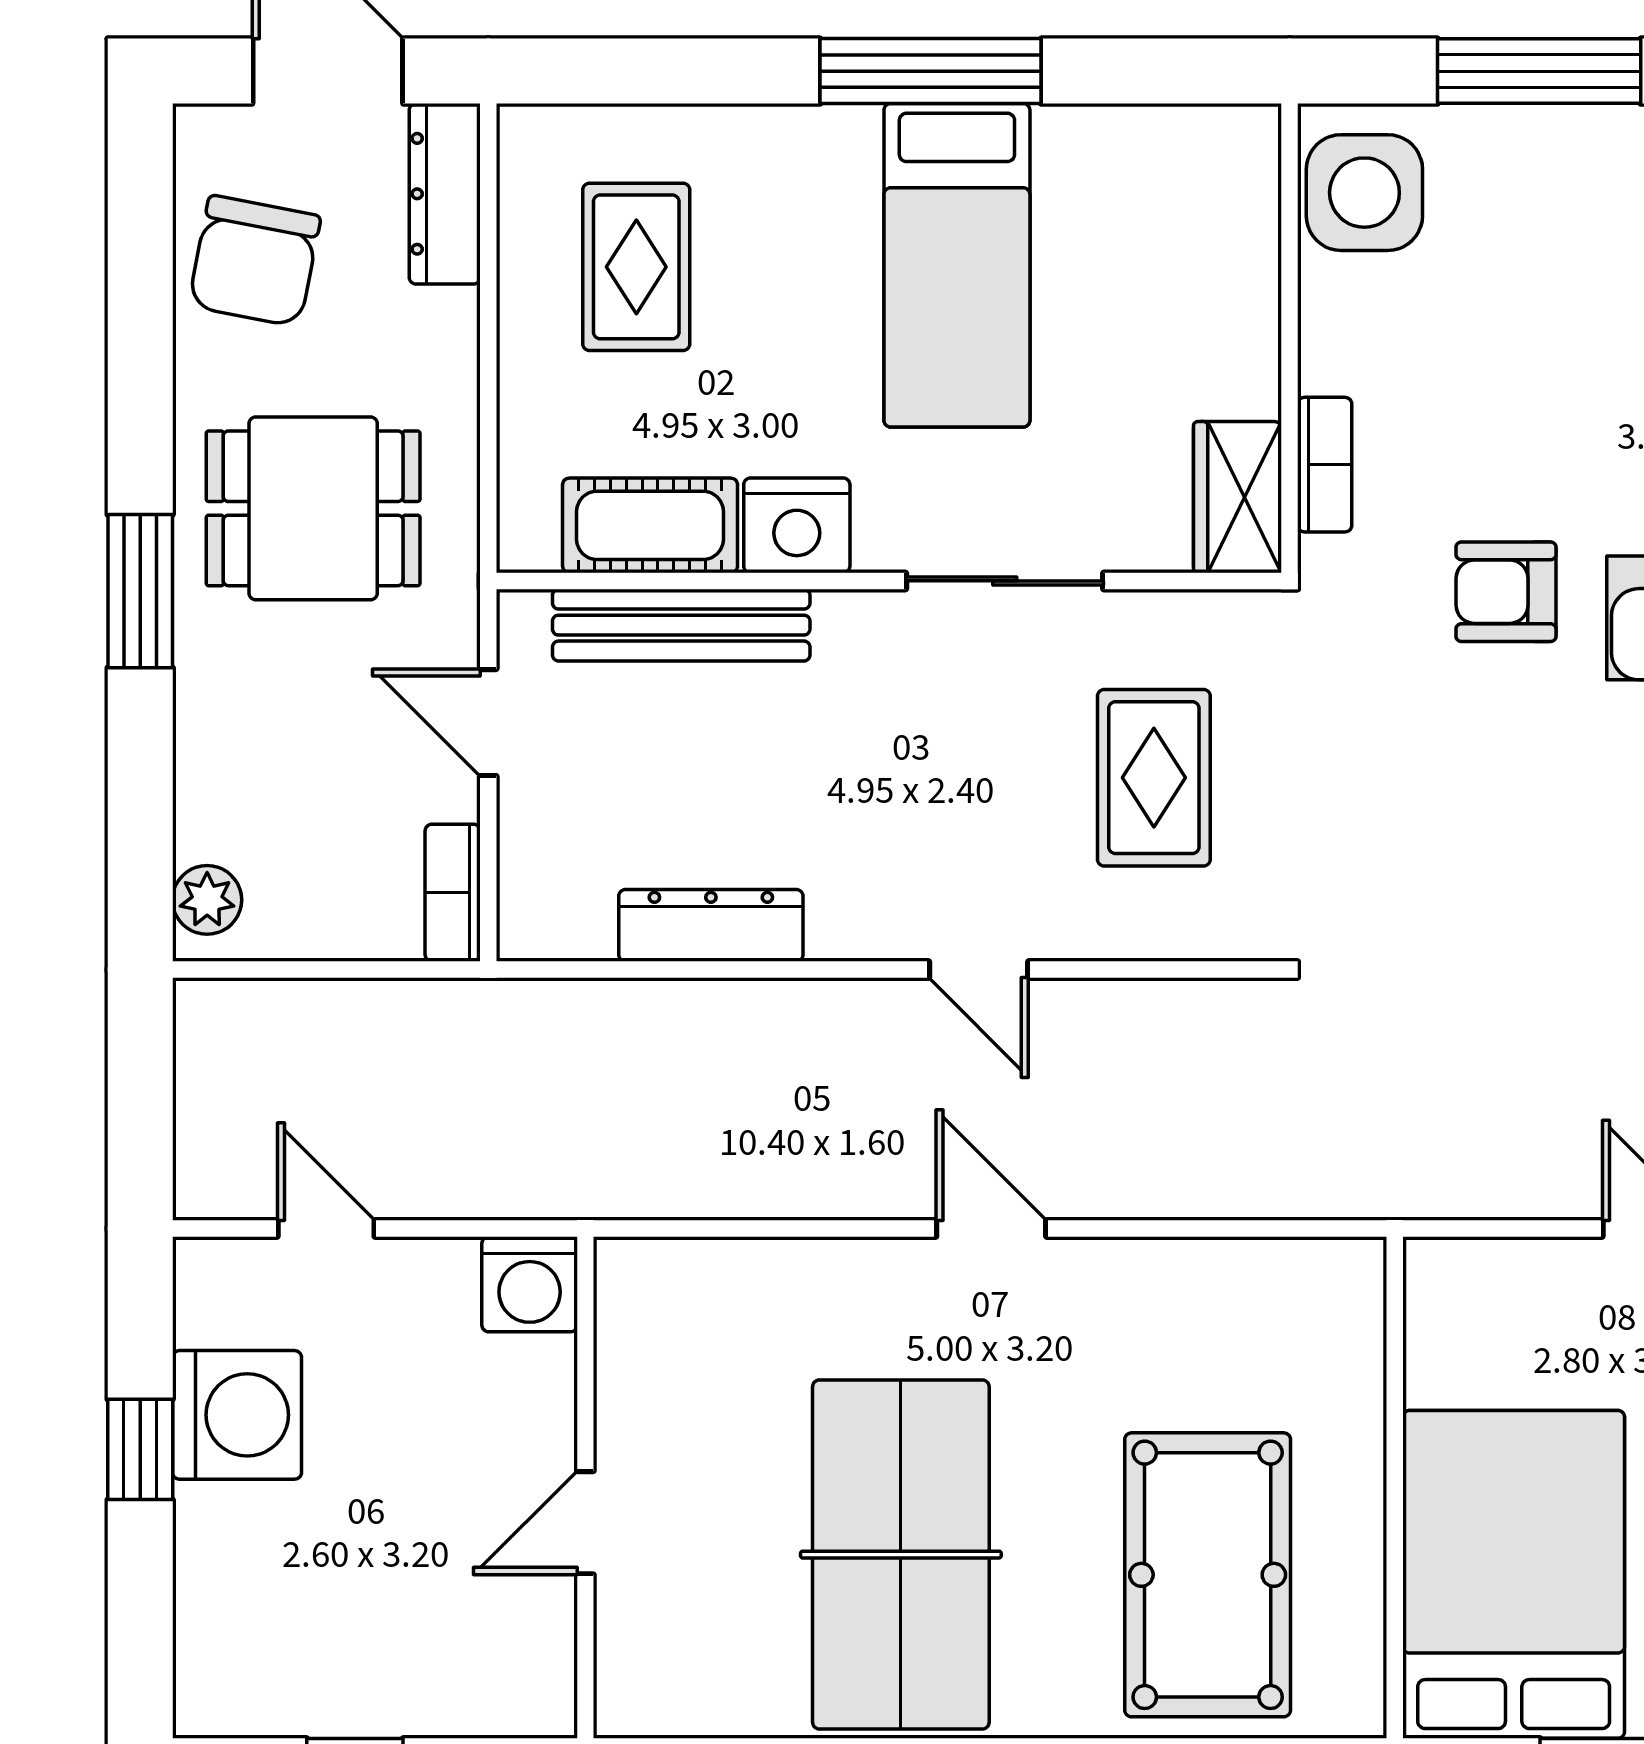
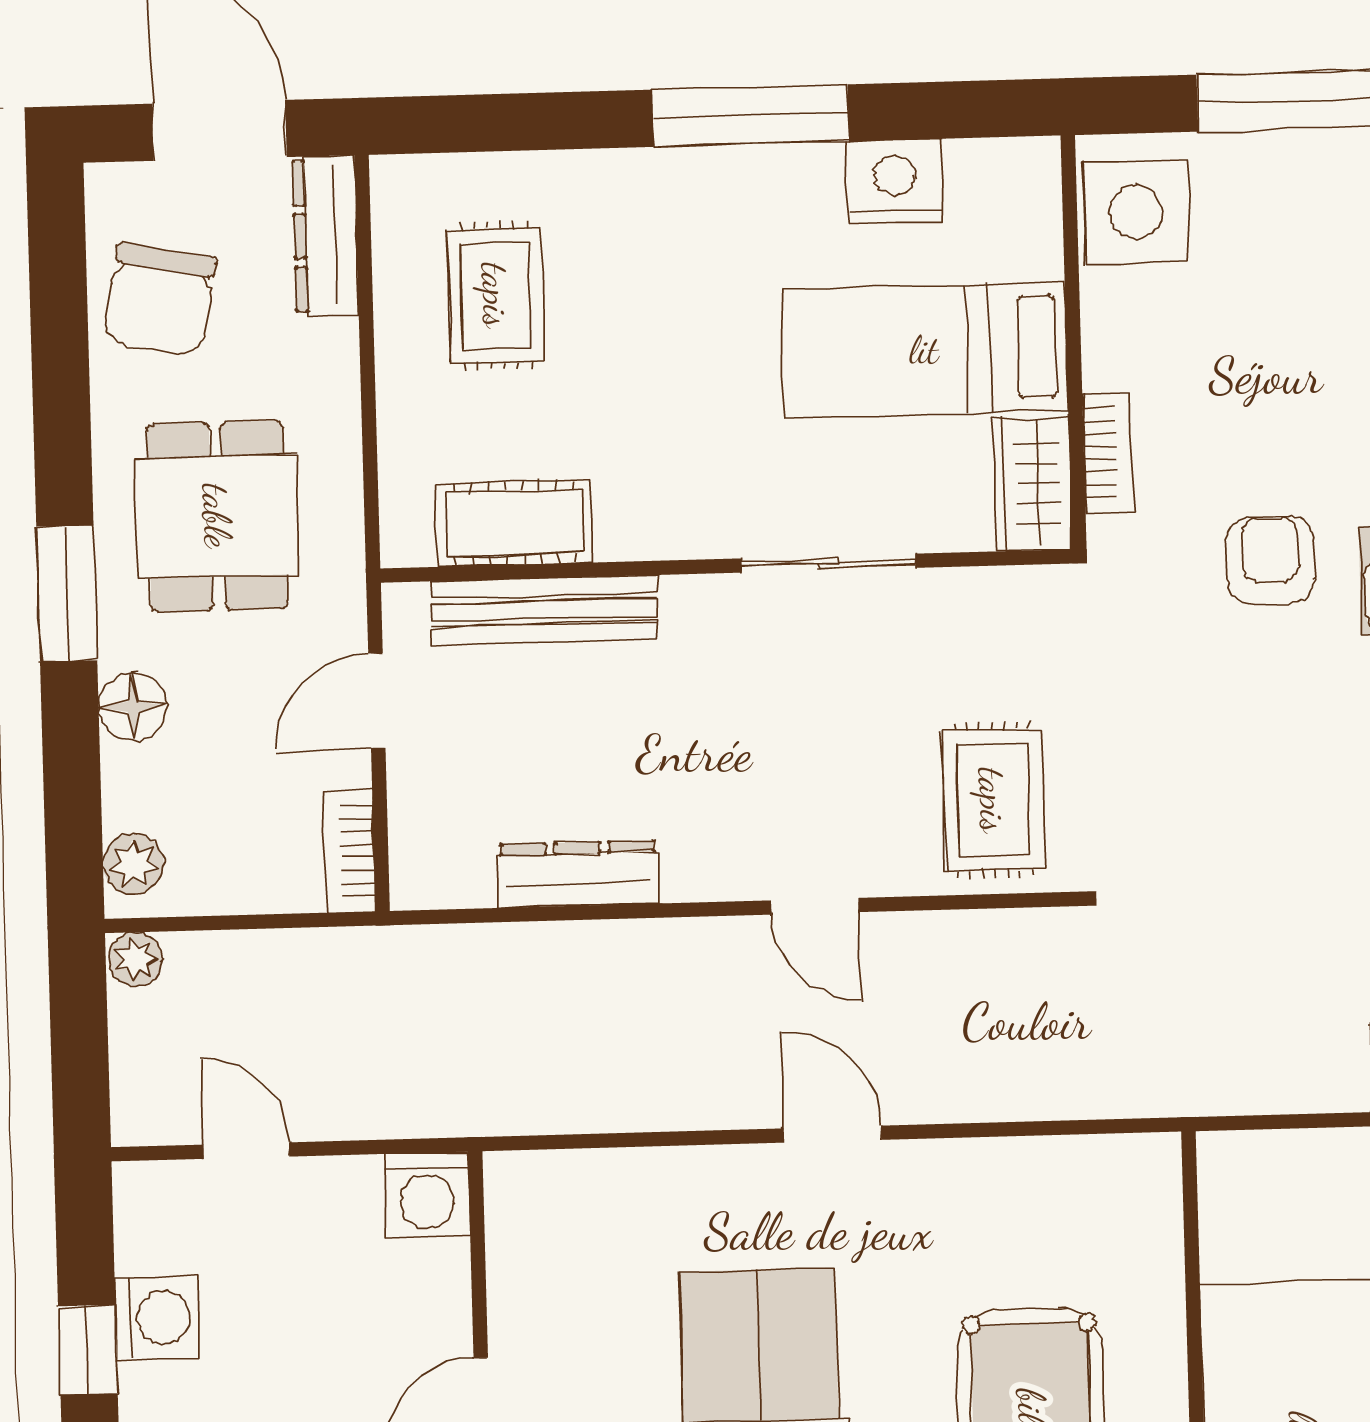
bed: (957, 265) -> (924, 350), moved, turned 90
dining table: (313, 508) -> (217, 516), turned 90
nightstand: (797, 525) -> (895, 182), moved, turned 180
armchair: (1506, 592) -> (1271, 560), turned 90
floor lamp: (211, 722) -> (133, 707), added
door: (488, 723) -> (377, 701), hinge flipped
rug: (1154, 778) -> (993, 800), moved
plant: (207, 1008) -> (136, 959), added
washing machine: (237, 1415) -> (157, 1317), width x0.73, depth x0.73

